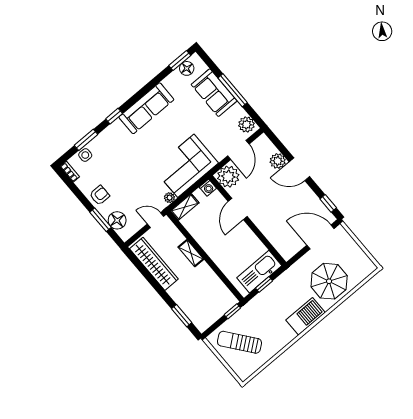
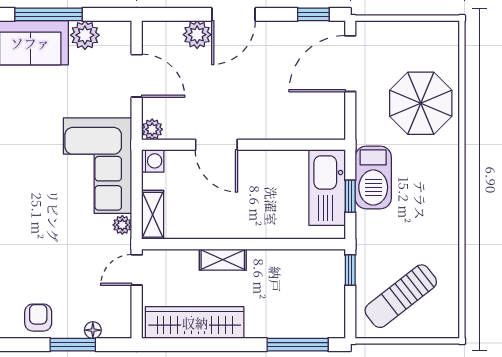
plant: (246, 125) -> (85, 35), moved
plant: (228, 177) -> (152, 129), width x0.53, depth x0.53
floor lamp: (117, 220) -> (93, 330), width x0.53, depth x0.53
window: (182, 316) -> (298, 345), width x1.44
barbecue: (305, 316) -> (373, 177), moved, turned 180

